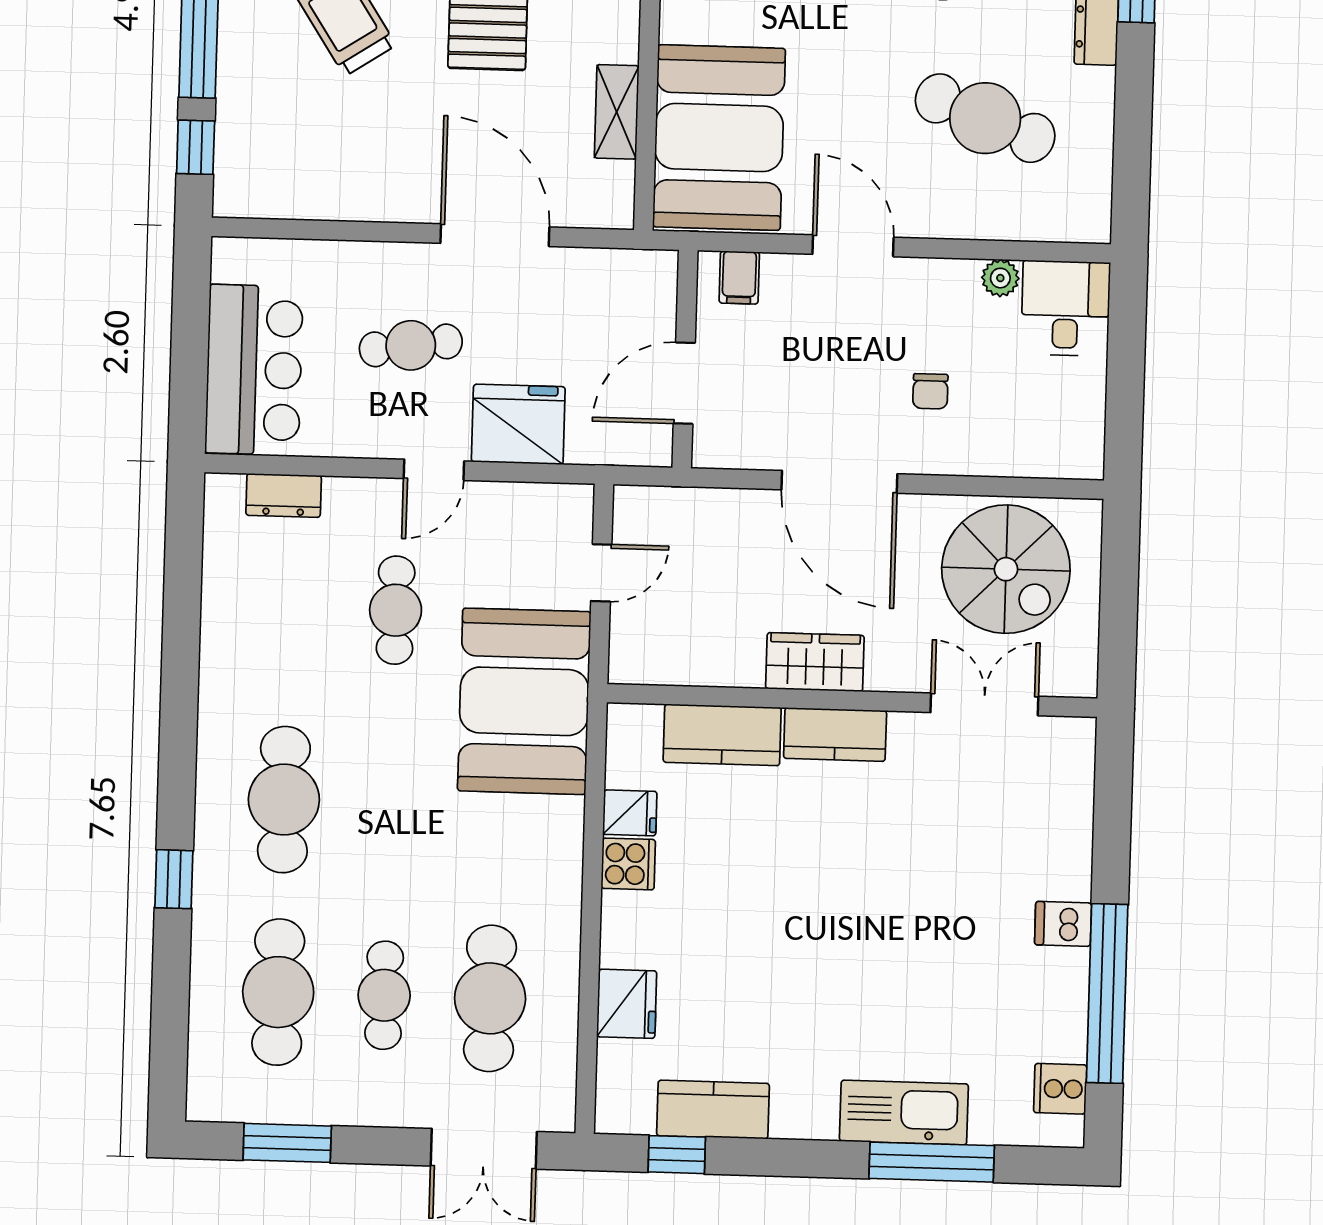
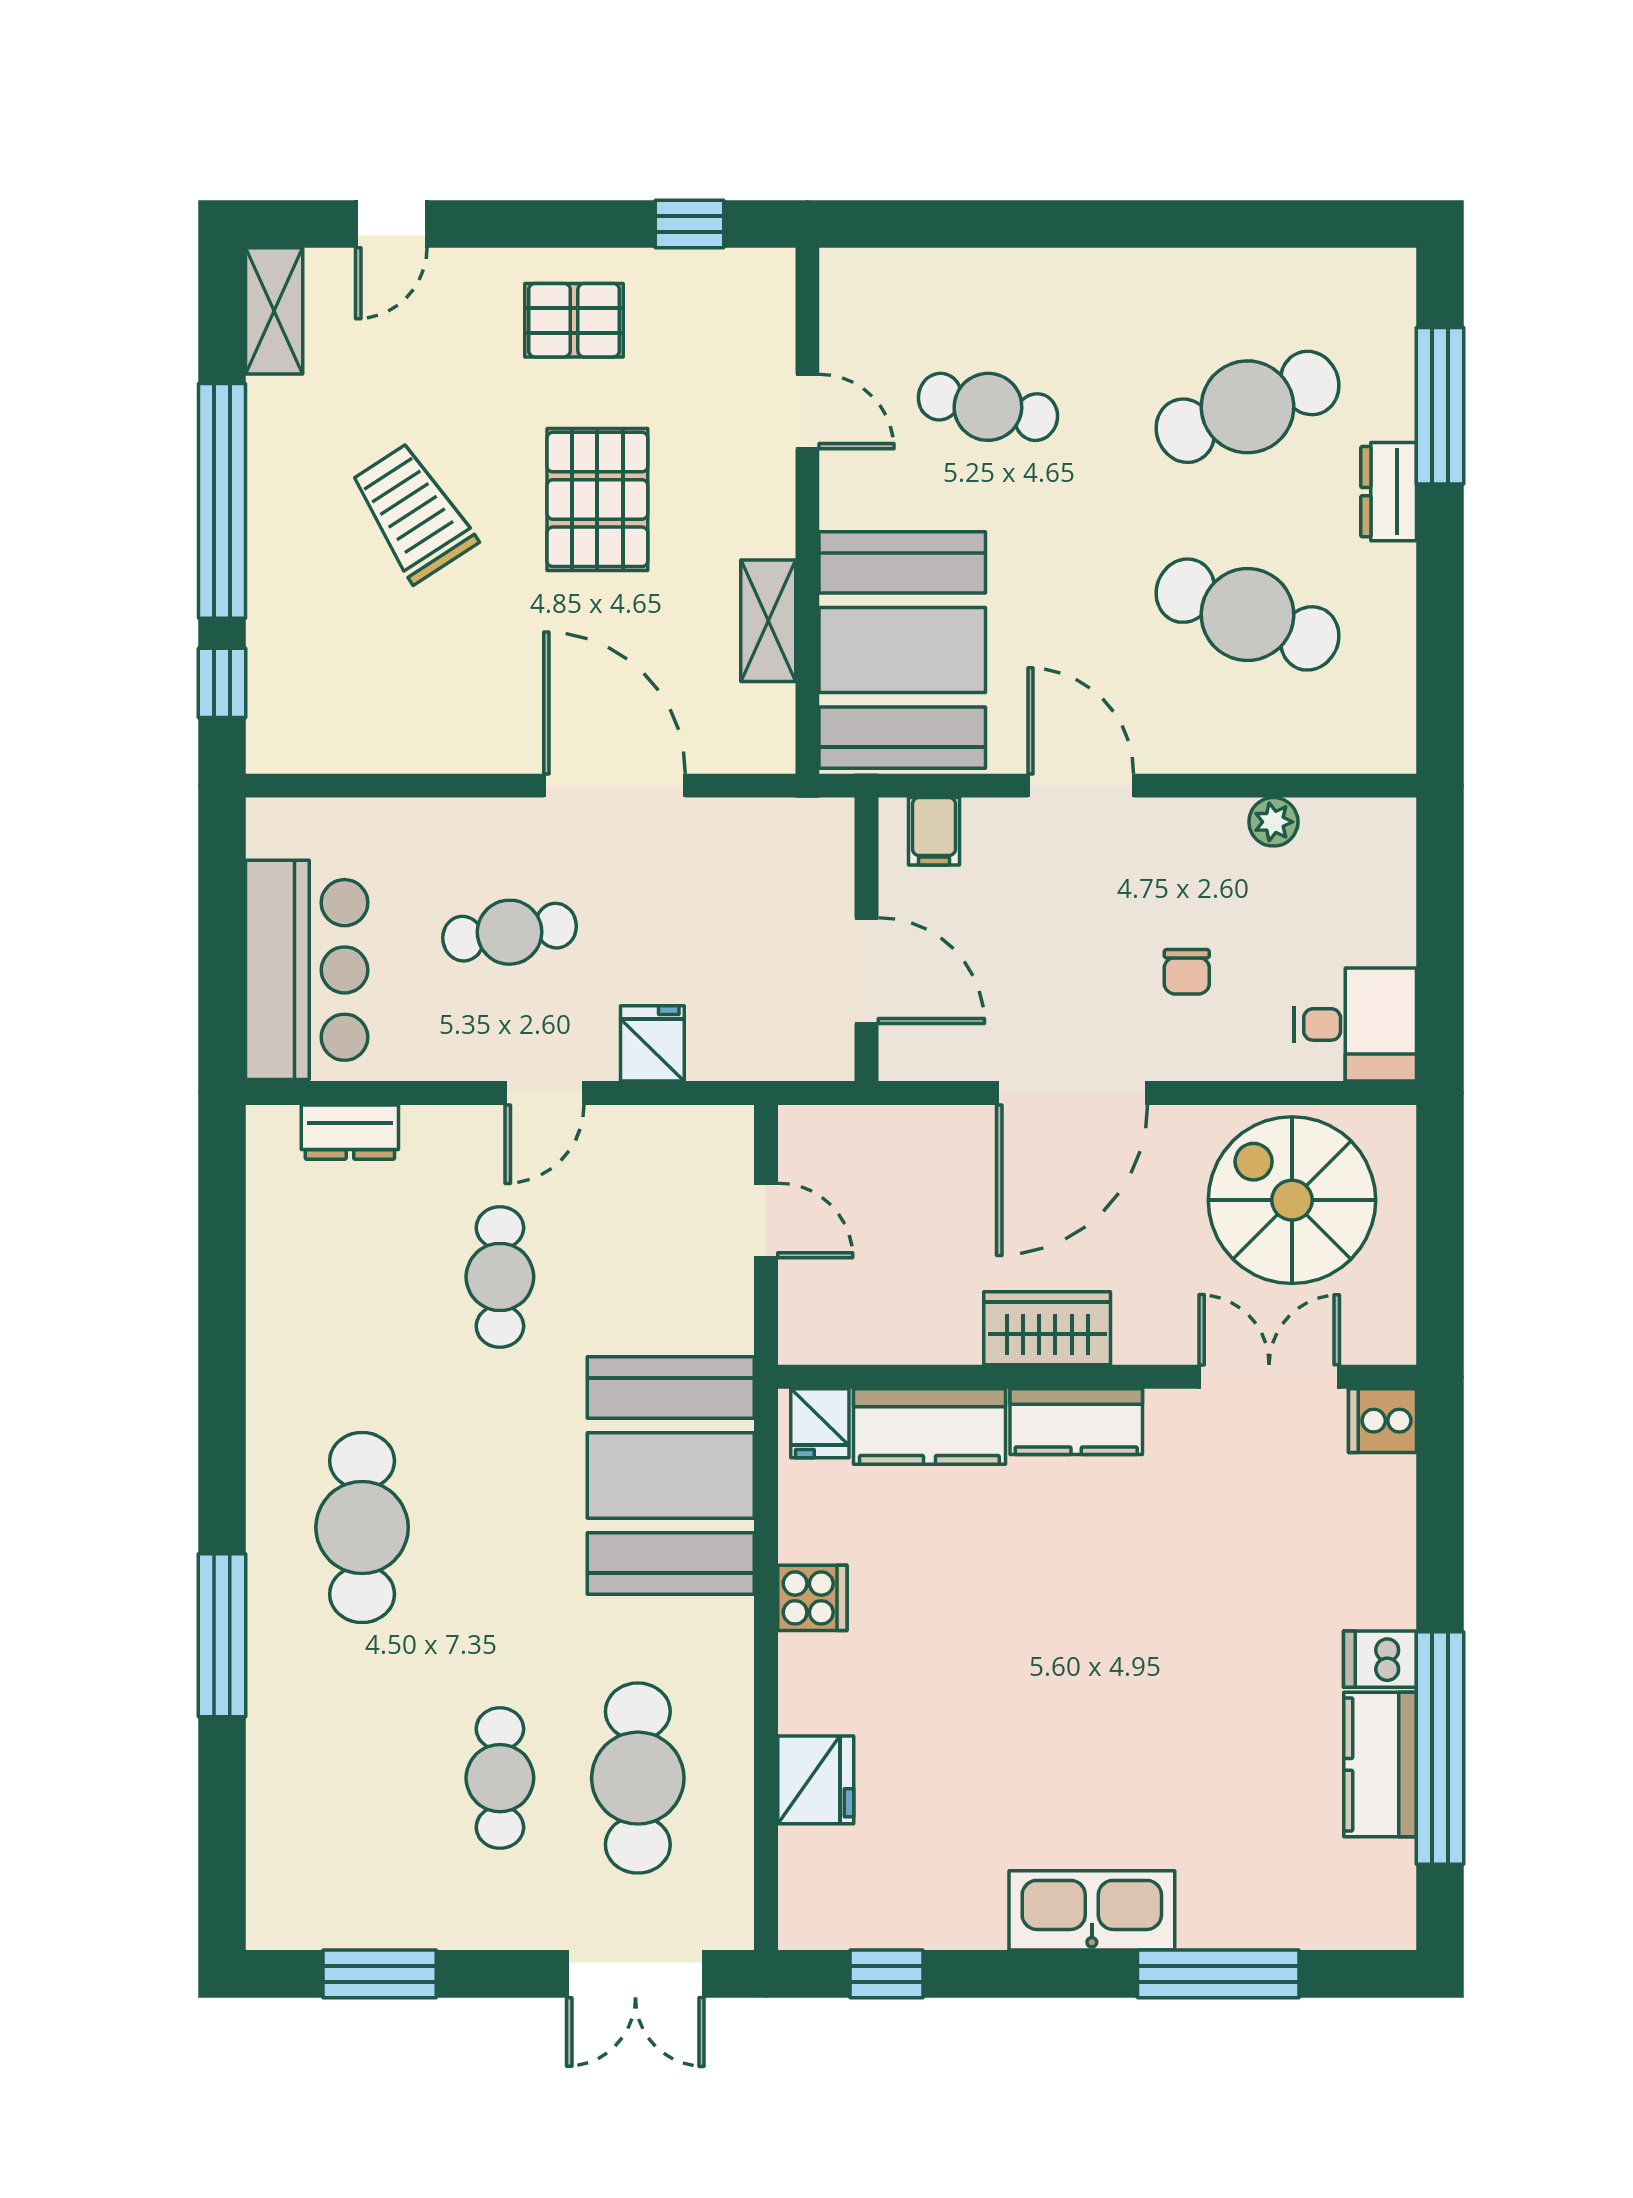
desk: (1065, 308) -> (1355, 1024), moved, turned 90
door: (684, 383) -> (866, 971), swing flipped
fridge: (518, 424) -> (652, 1043), width x0.53, depth x0.75
door: (839, 482) -> (1072, 1093), hinge flipped
spiral stairs: (1006, 569) -> (1292, 1200), turned 180
door: (601, 573) -> (766, 1220), hinge flipped
booth: (524, 701) -> (671, 1475), moved
fridge: (630, 813) -> (820, 1423), moved, turned 90
window: (174, 879) -> (222, 1635), width x2.17
cafe table: (278, 992) -> (362, 1778), removed
cooker: (1060, 1089) -> (1382, 1421), moved
kitchen counter: (713, 1110) -> (1380, 1764), moved, turned -90
kitchen sink: (904, 1113) -> (1092, 1910), moved

